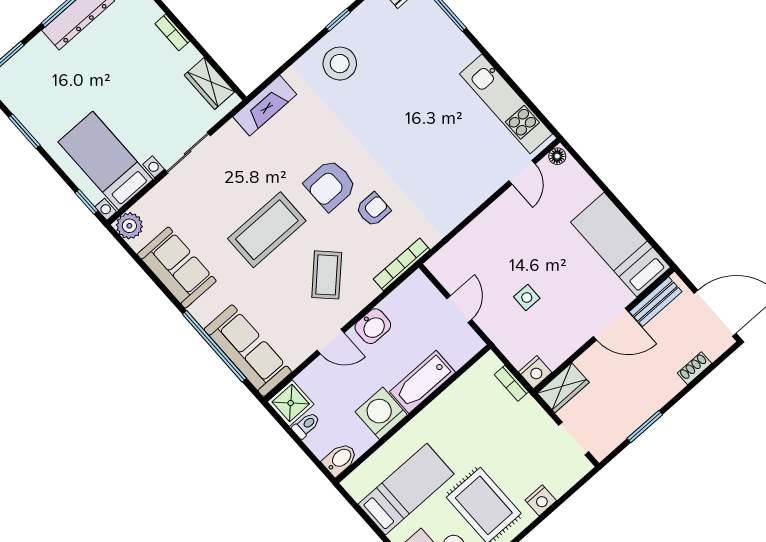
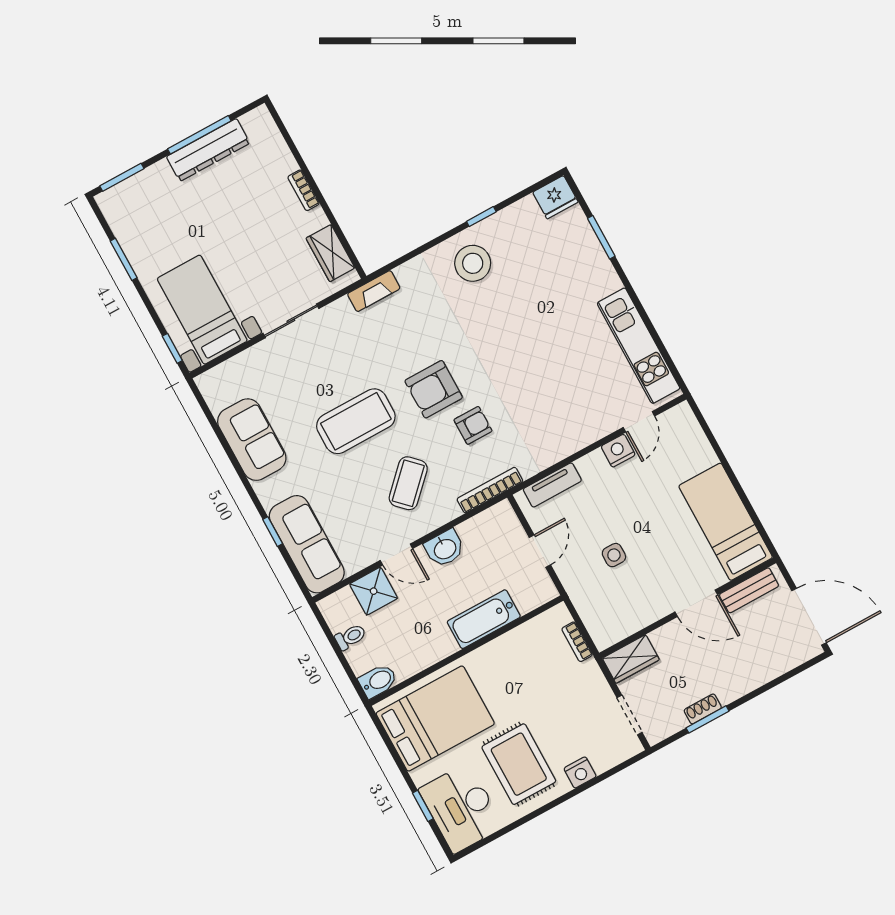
fireplace: (265, 106) -> (374, 291), width x0.73, depth x0.76
floor lamp: (557, 156) -> (680, 413), removed
plant: (129, 226) -> (212, 384), removed
tv unit: (457, 247) -> (552, 485), added
window: (214, 346) -> (273, 532), width x0.32
shoe rack: (695, 368) -> (703, 709), moved
nightstand: (535, 372) -> (618, 451), moved, turned 180
shower: (291, 403) -> (374, 591), moved
washing machine: (381, 413) -> (433, 642), removed
bed: (406, 489) -> (435, 718), width x1.50

